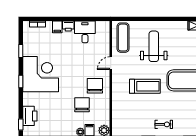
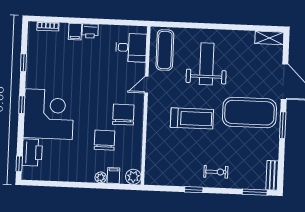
desk: (85, 32) -> (131, 48), moved, turned 90
corner desk: (41, 74) -> (49, 114), moved

